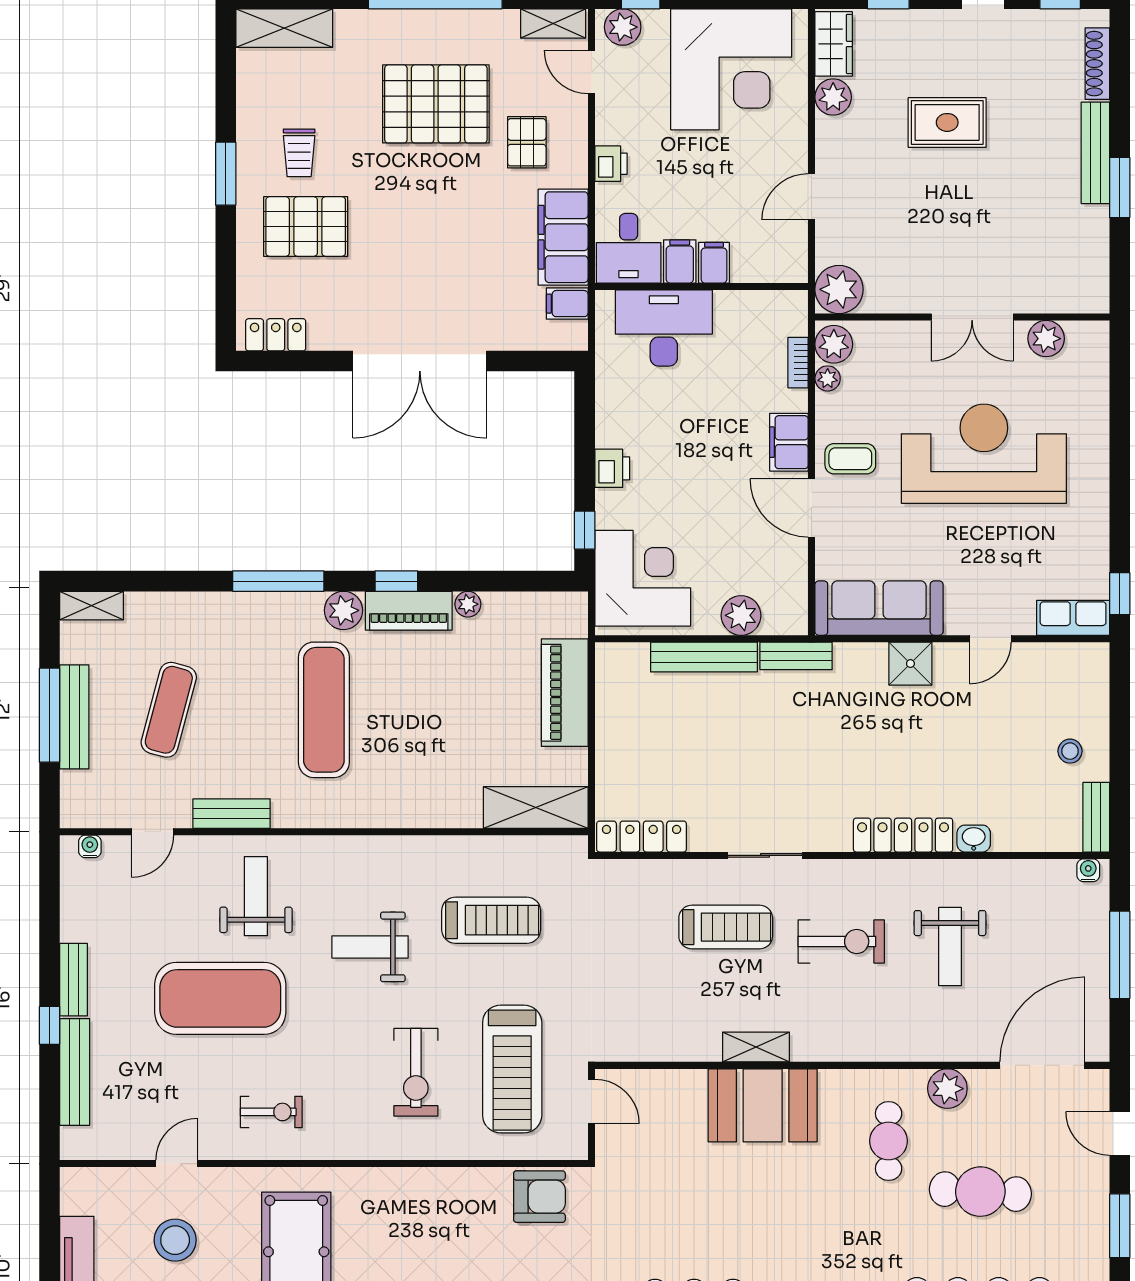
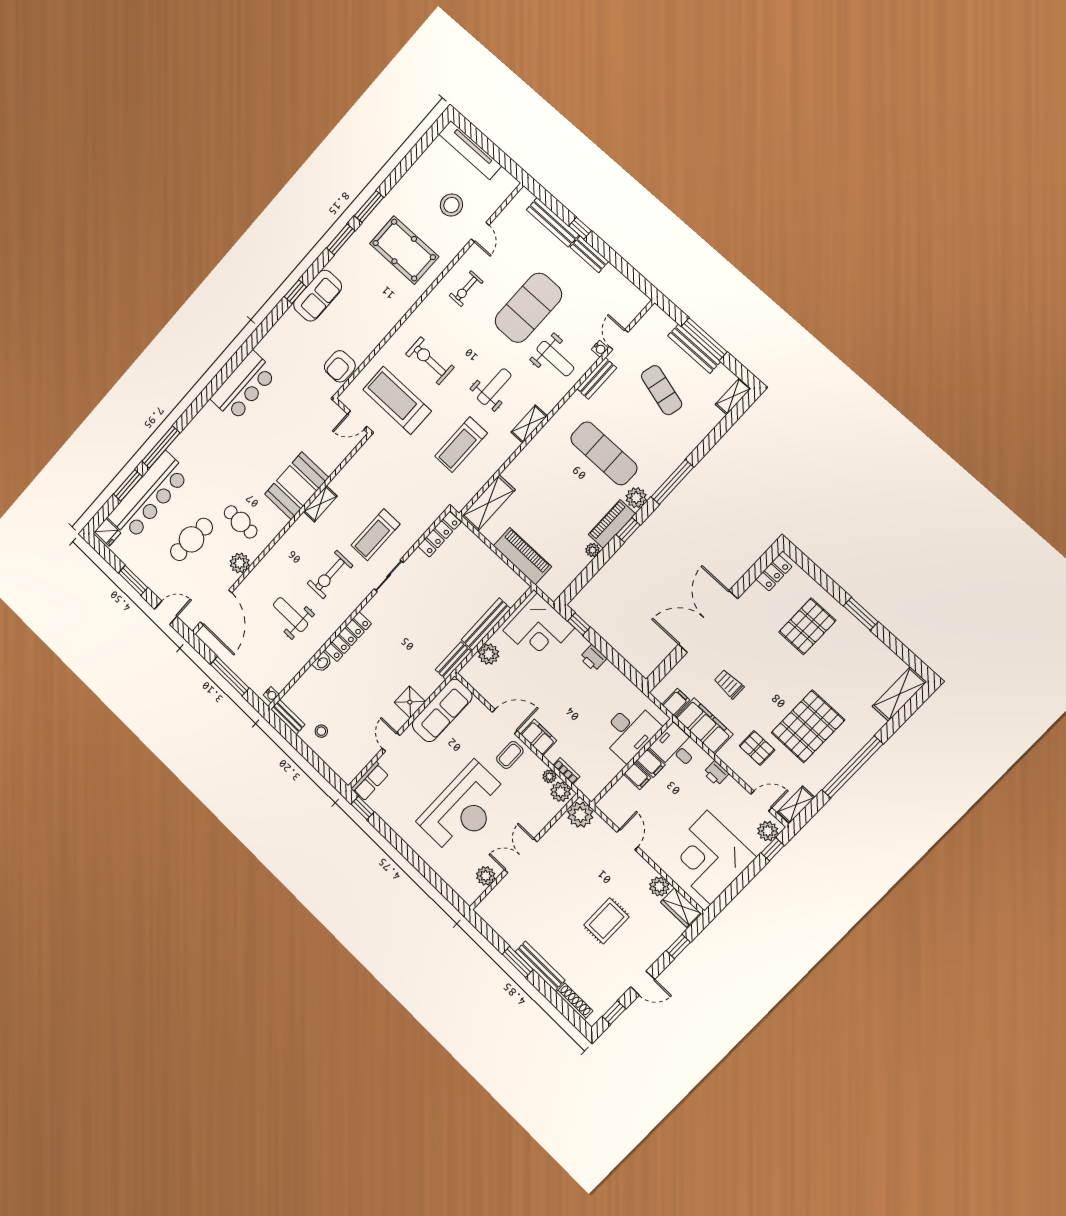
trolley: (299, 153) -> (729, 684), moved
water cooler: (90, 846) -> (600, 349), moved
shelving: (377, 850) -> (529, 424), added

